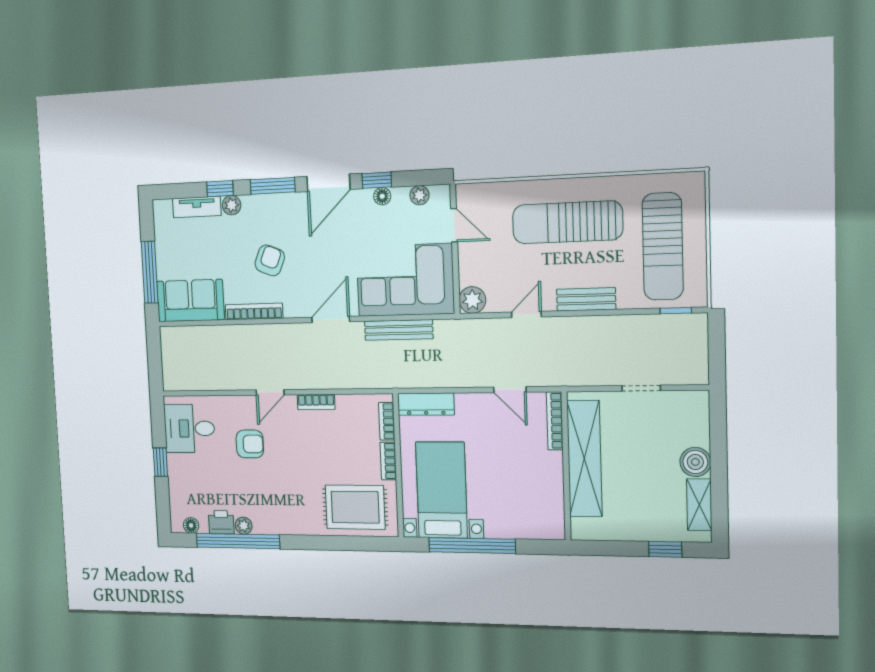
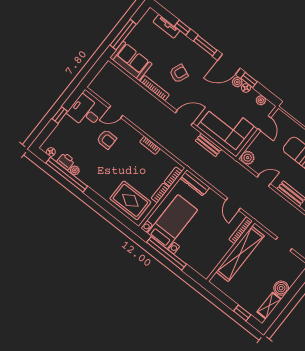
plant: (232, 205) -> (237, 82), moved
bench: (399, 330) -> (208, 145), width x0.73
door: (270, 392) -> (116, 112), moved

